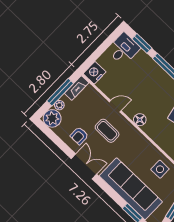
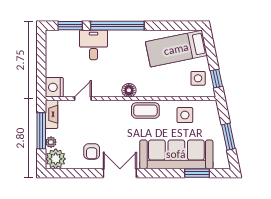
desk: (124, 49) -> (94, 45), moved
door: (115, 106) -> (83, 99), moved
coffee table: (107, 131) -> (145, 110), moved

